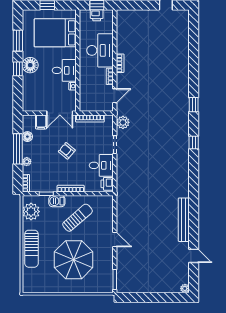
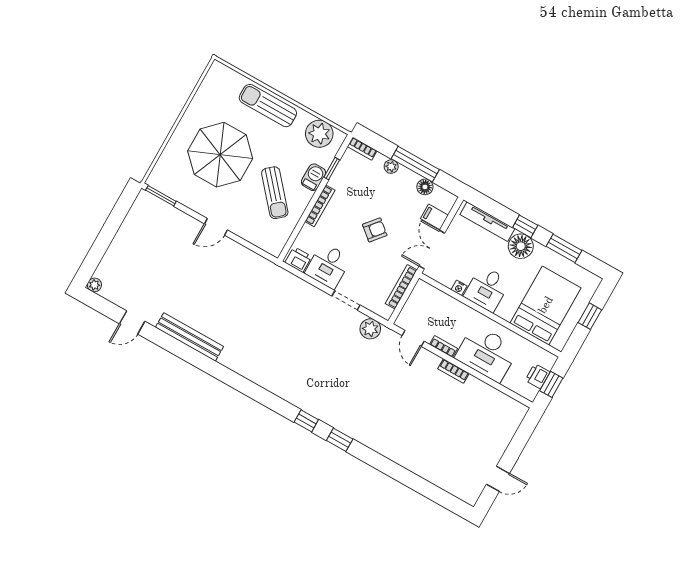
tv unit: (27, 91) -> (487, 222), added
window: (194, 143) -> (306, 421), moved

